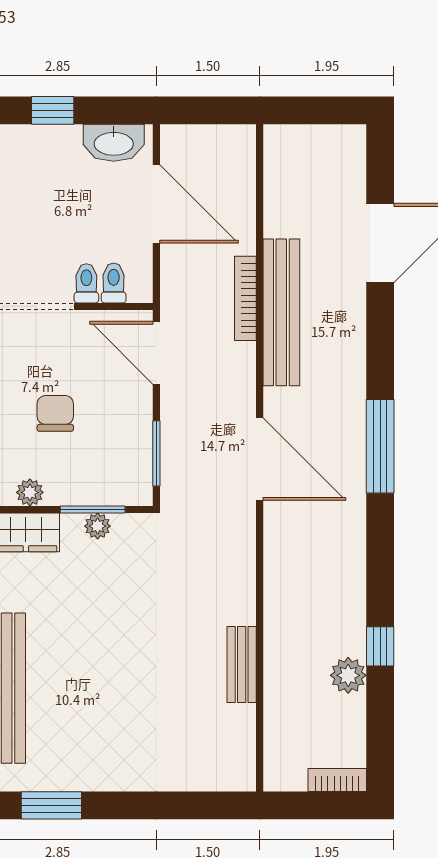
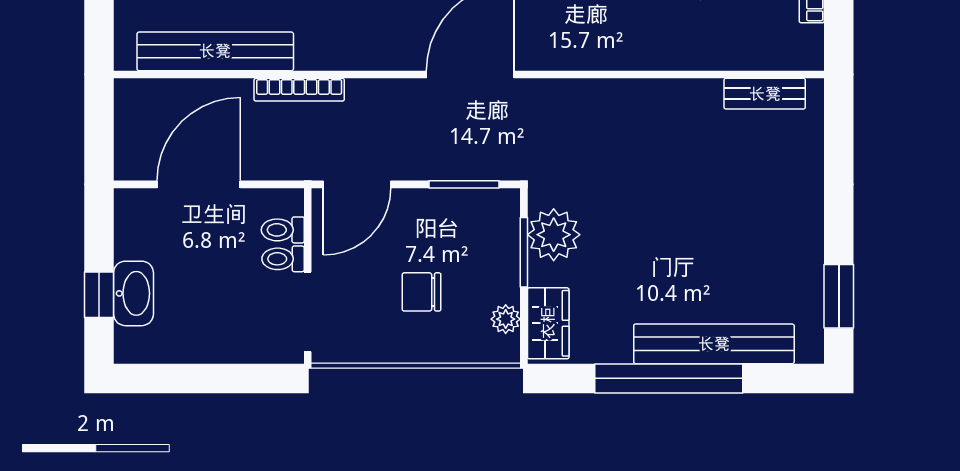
washbasin: (114, 143) -> (133, 293), moved
bench: (281, 312) -> (215, 51), moved
plant: (98, 526) -> (554, 235), width x1.87, depth x1.87
bench: (242, 665) -> (765, 94), moved

